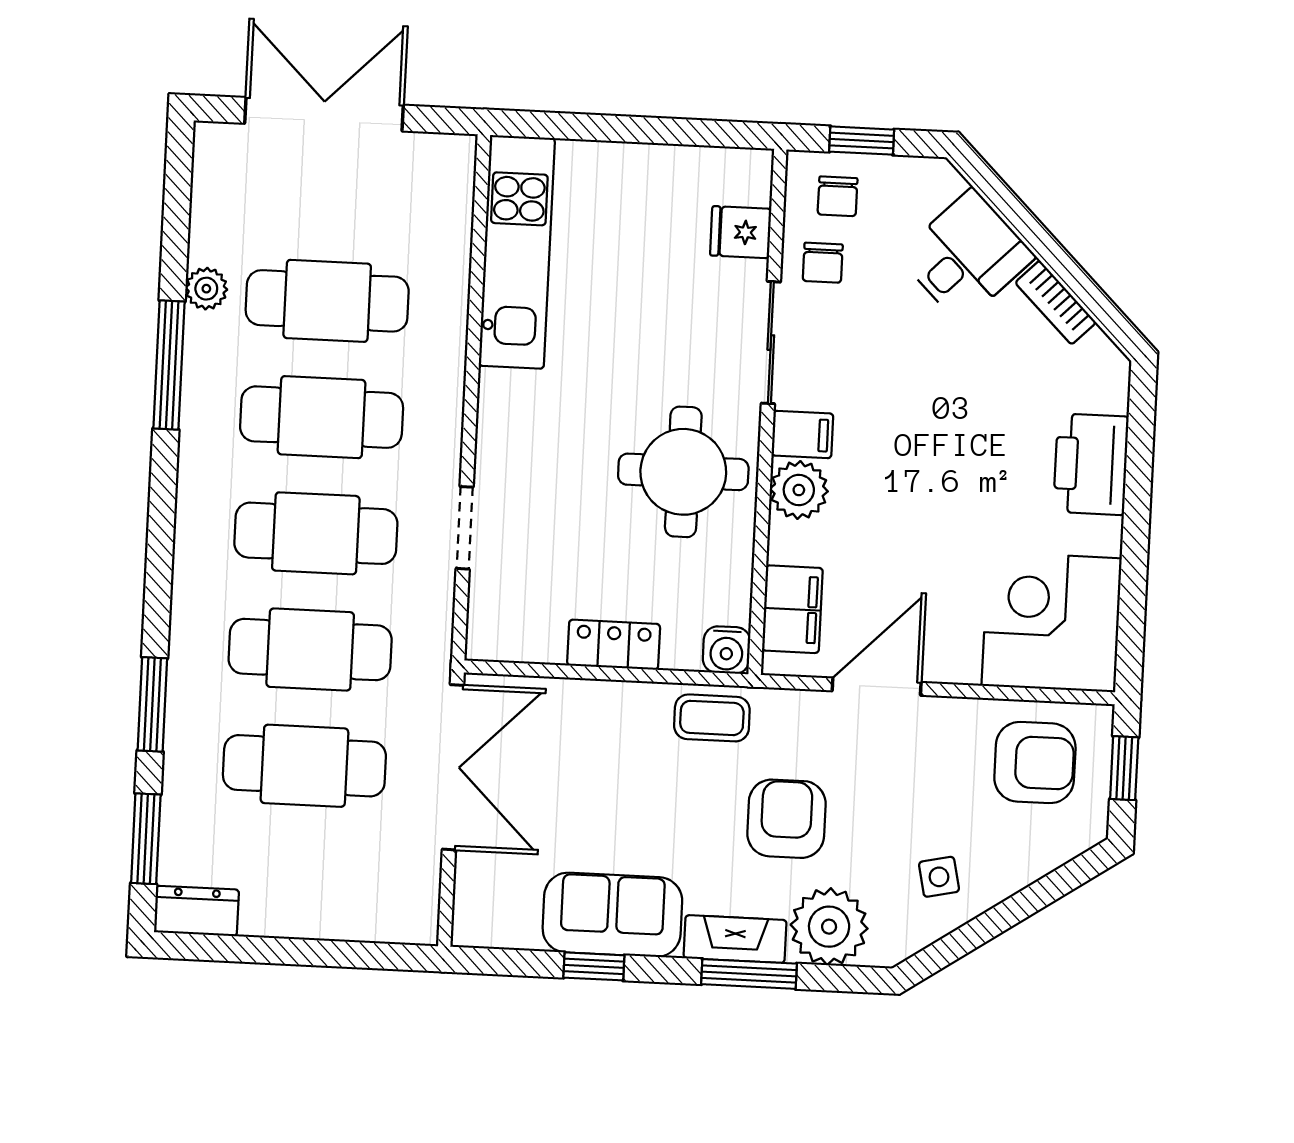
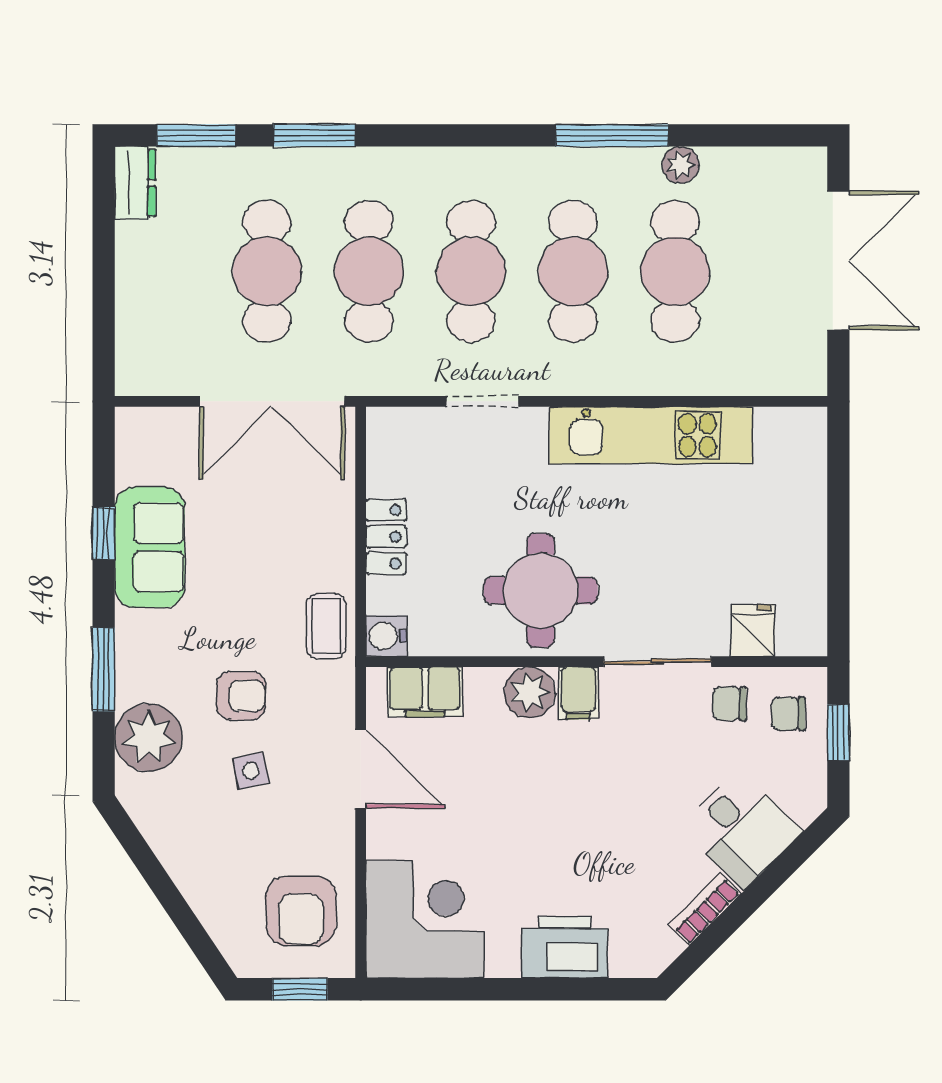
kitchen unit: (517, 252) -> (651, 435), moved
armchair: (786, 819) -> (241, 696), width x0.72, depth x0.72
side table: (939, 877) -> (251, 771), moved
fireplace: (735, 939) -> (134, 656), removed

